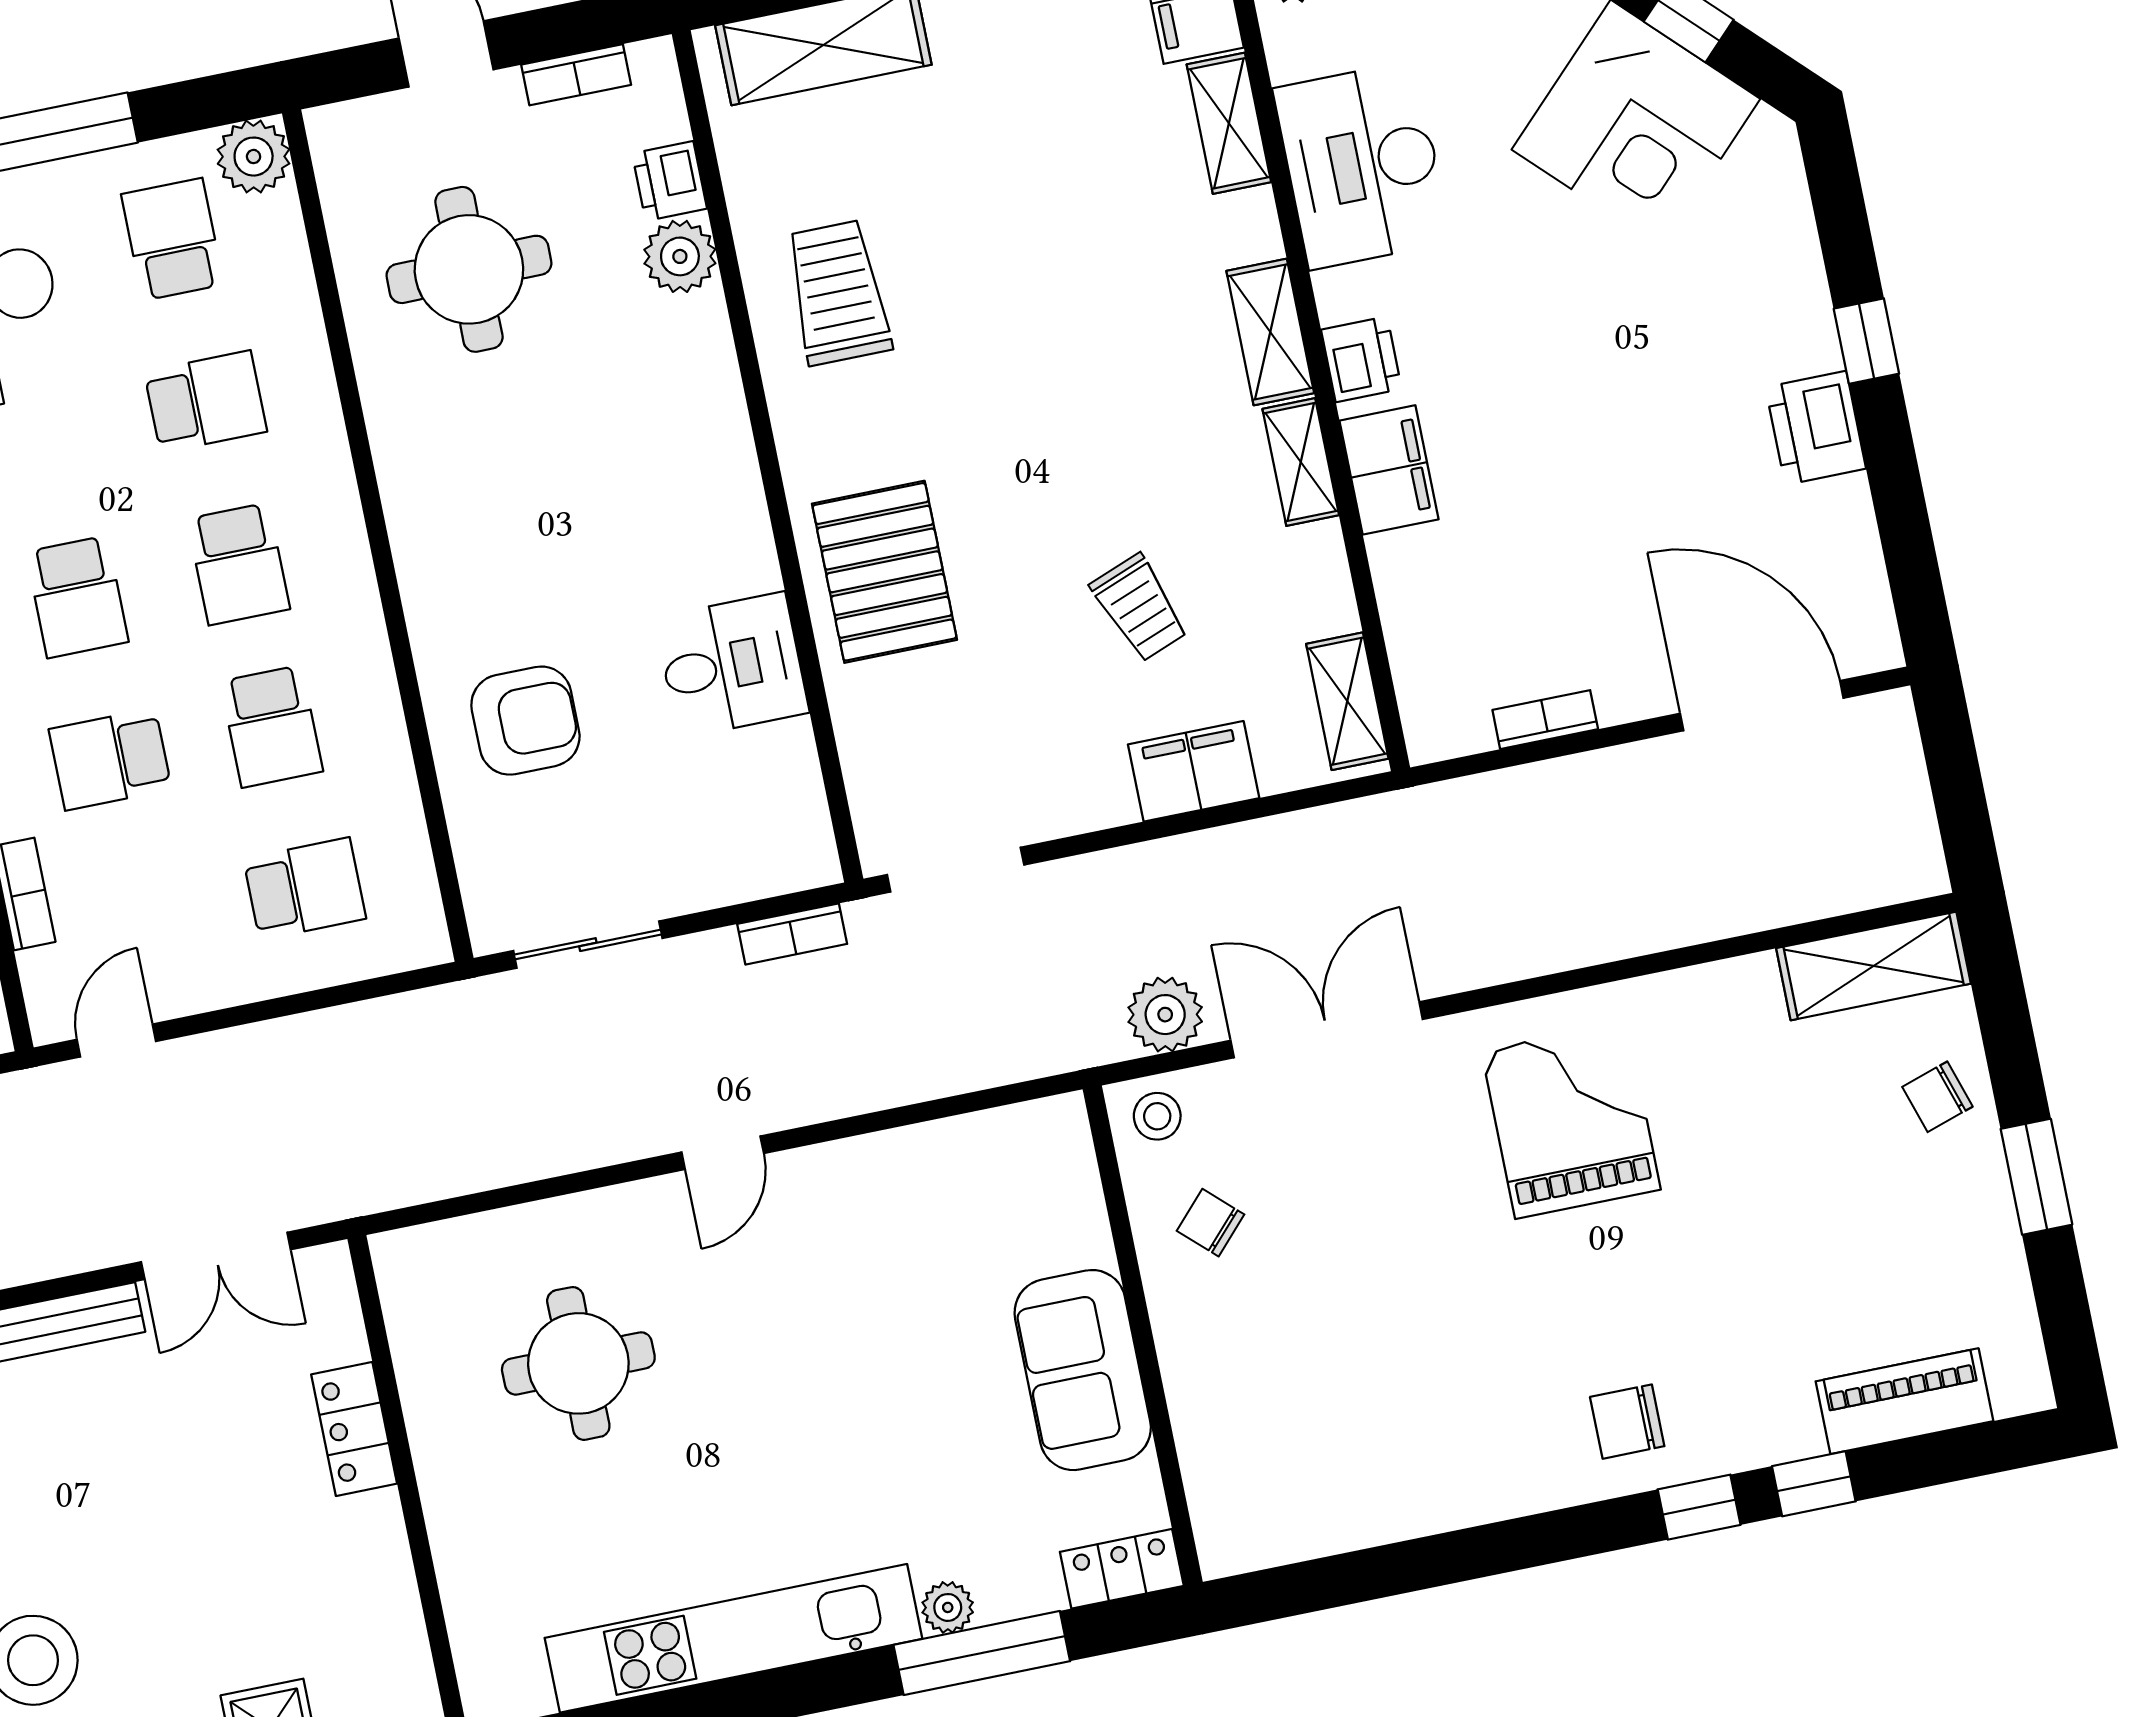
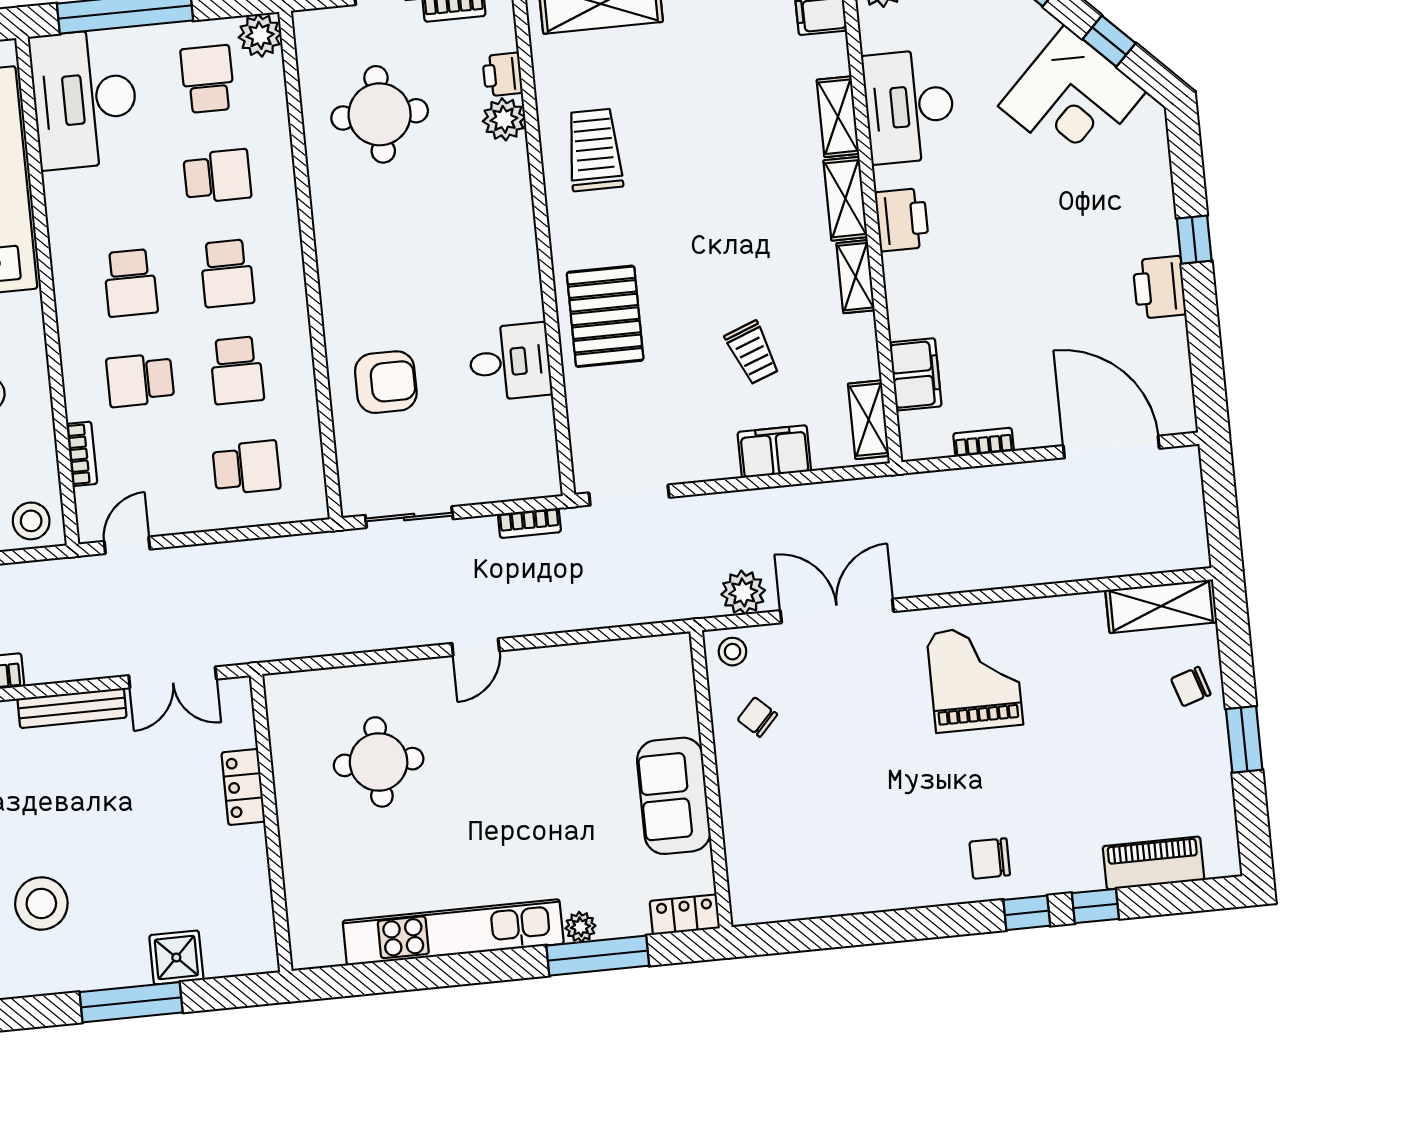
shelving: (1229, 123) -> (838, 117), moved
printer: (1361, 359) -> (902, 220), width x1.36, depth x1.24
filing cabinet: (1389, 470) -> (916, 374), moved

